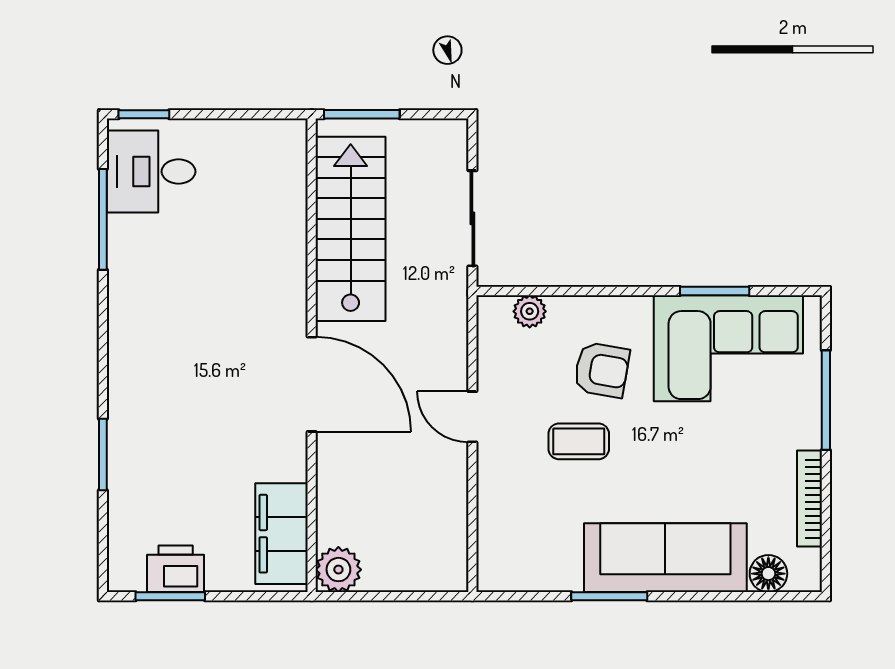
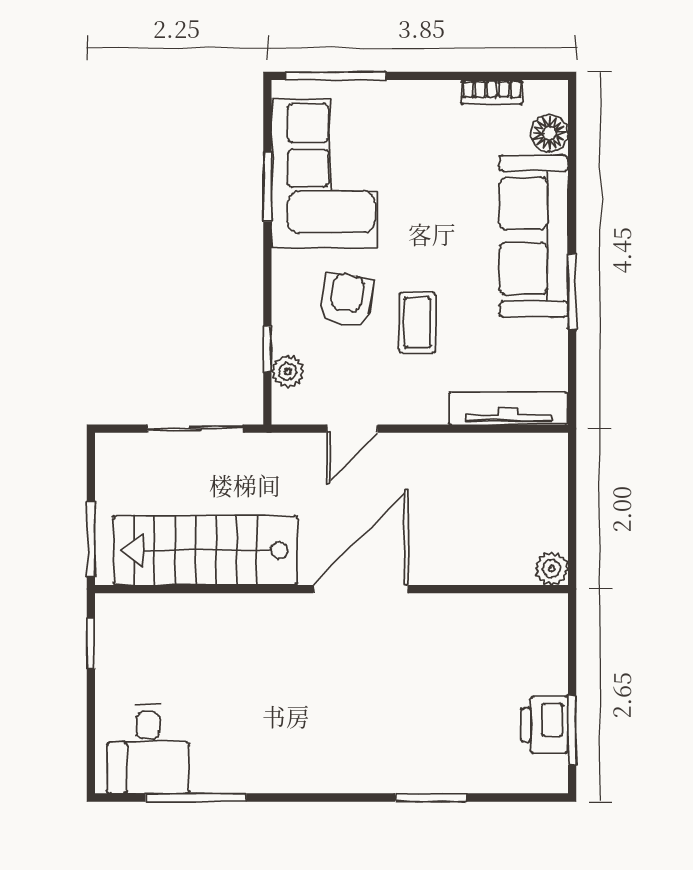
window: (144, 114) -> (91, 643), moved
window: (552, 291) -> (267, 349), added
window: (826, 400) -> (336, 76), moved
door: (472, 417) -> (352, 429), moved
bookcase: (810, 499) -> (492, 92), width x0.64
tv unit: (493, 532) -> (508, 408), added
filing cabinet: (282, 534) -> (510, 619), removed
plant: (338, 570) -> (552, 569), width x0.73, depth x0.73

